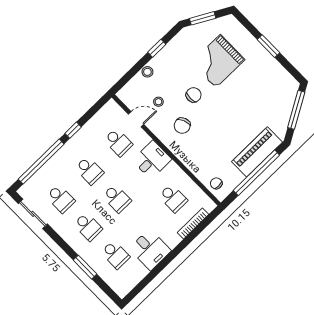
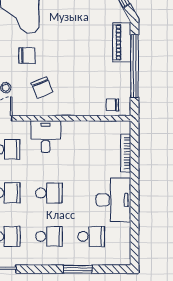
chair: (194, 95) -> (27, 56), turned 90
piano: (257, 152) -> (122, 42), width x0.73, depth x0.75
school desk: (173, 198) -> (91, 149), removed
desk: (150, 250) -> (113, 200), width x1.37

